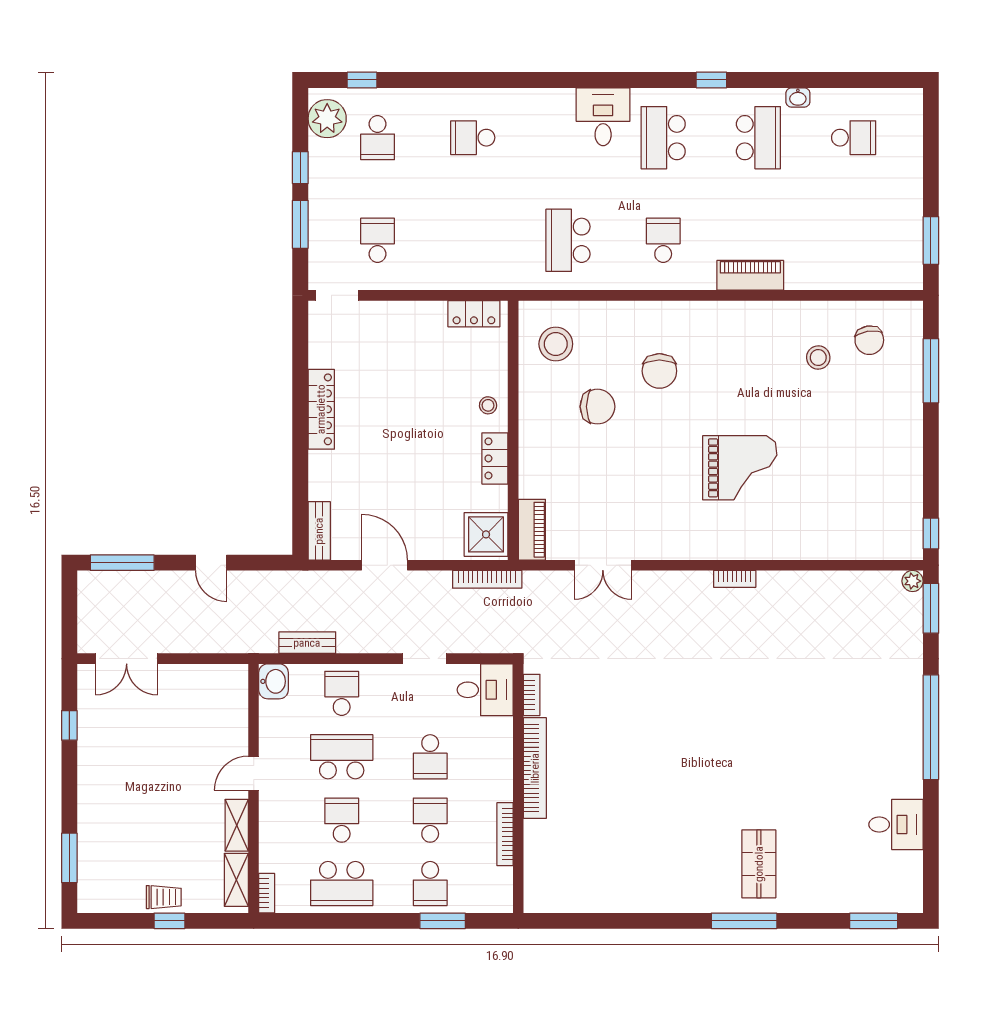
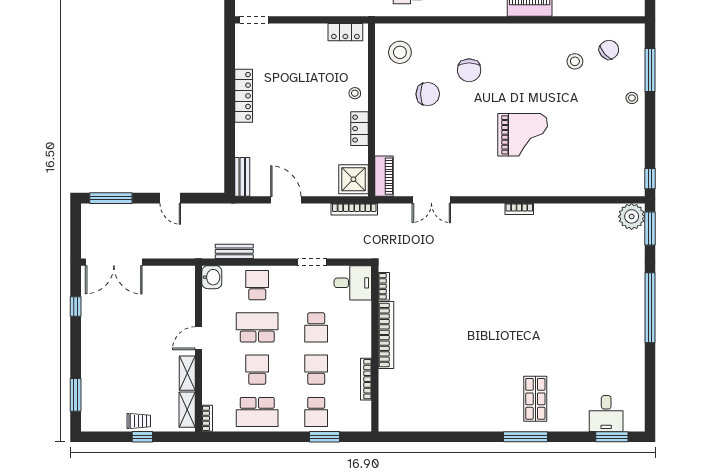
chair: (869, 340) -> (609, 50), turned -124
stool: (904, 412) -> (632, 98), added
plant: (913, 581) -> (632, 216), width x1.87, depth x1.87
double door: (127, 659) -> (114, 262), width x1.37
desk: (896, 824) -> (606, 414), moved, turned 90

